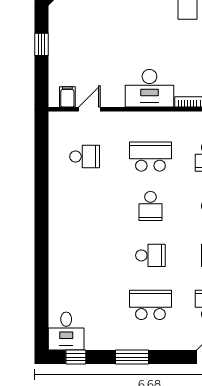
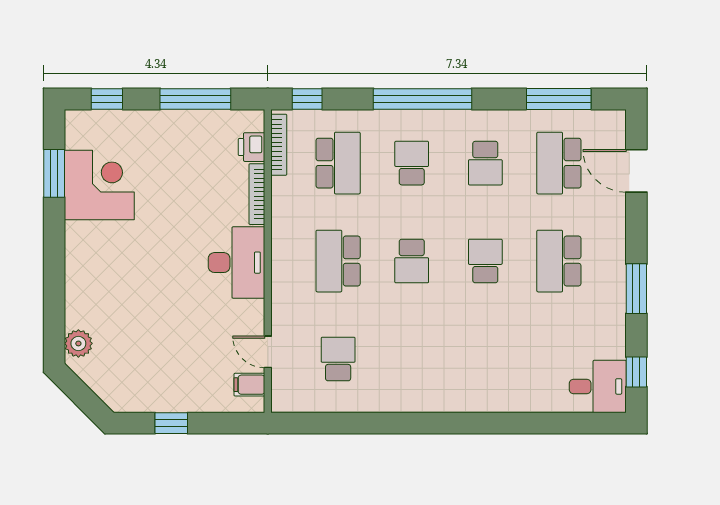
school desk: (150, 206) -> (412, 261), turned 90

